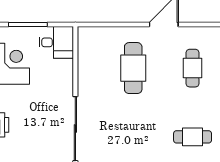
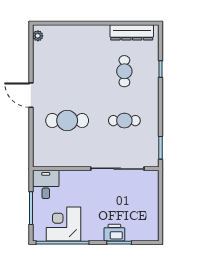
cafe table: (193, 68) -> (124, 121), moved

